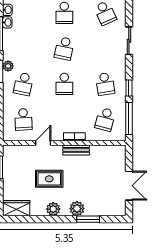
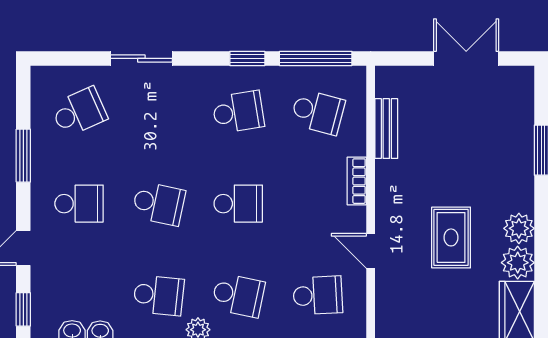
school desk: (23, 48) -> (159, 295), added
bench: (76, 150) -> (386, 129), moved
plant: (77, 209) -> (518, 263), moved

